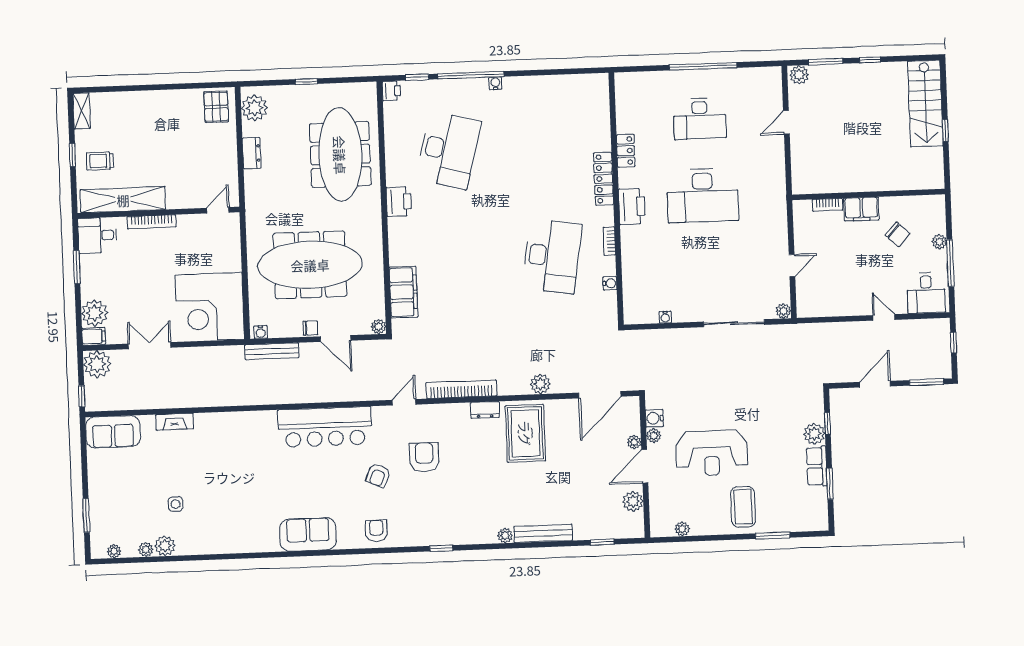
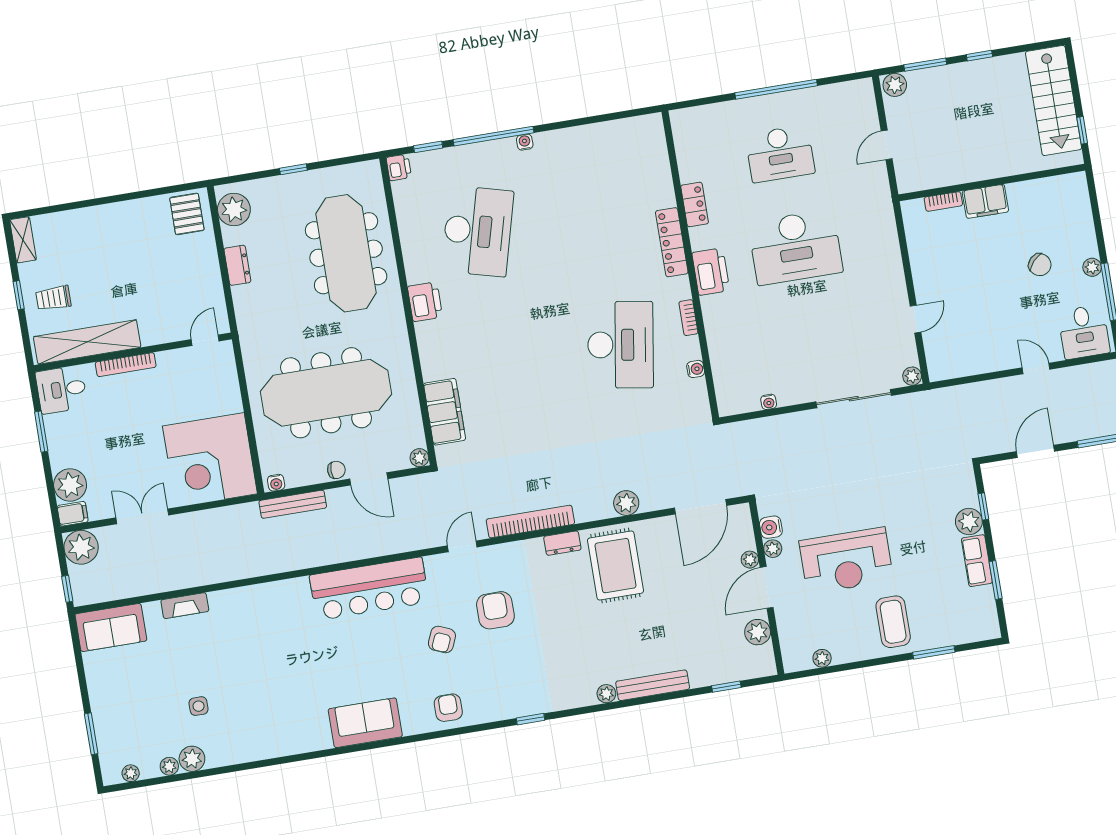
wall: (868, 195) -> (992, 182), moved
bookcase: (827, 205) -> (943, 201), moved
filing cabinet: (861, 209) -> (985, 201), moved

